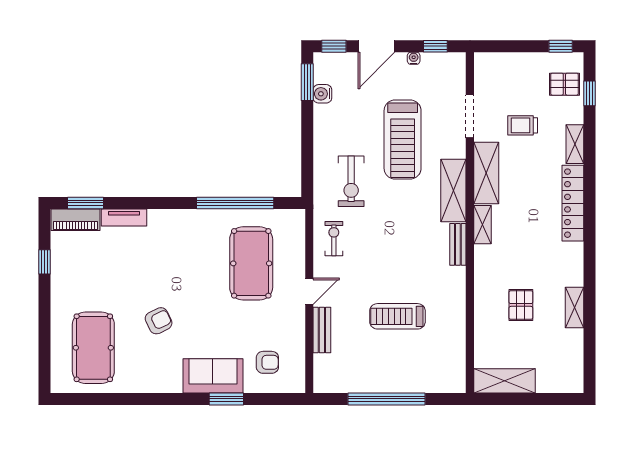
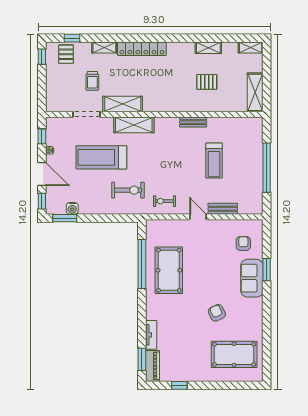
treadmill: (403, 139) -> (101, 157), turned 180
shelving: (482, 225) -> (251, 47), moved
bench: (458, 244) -> (193, 122), moved
pool table: (251, 263) -> (169, 270), moved, turned 90

